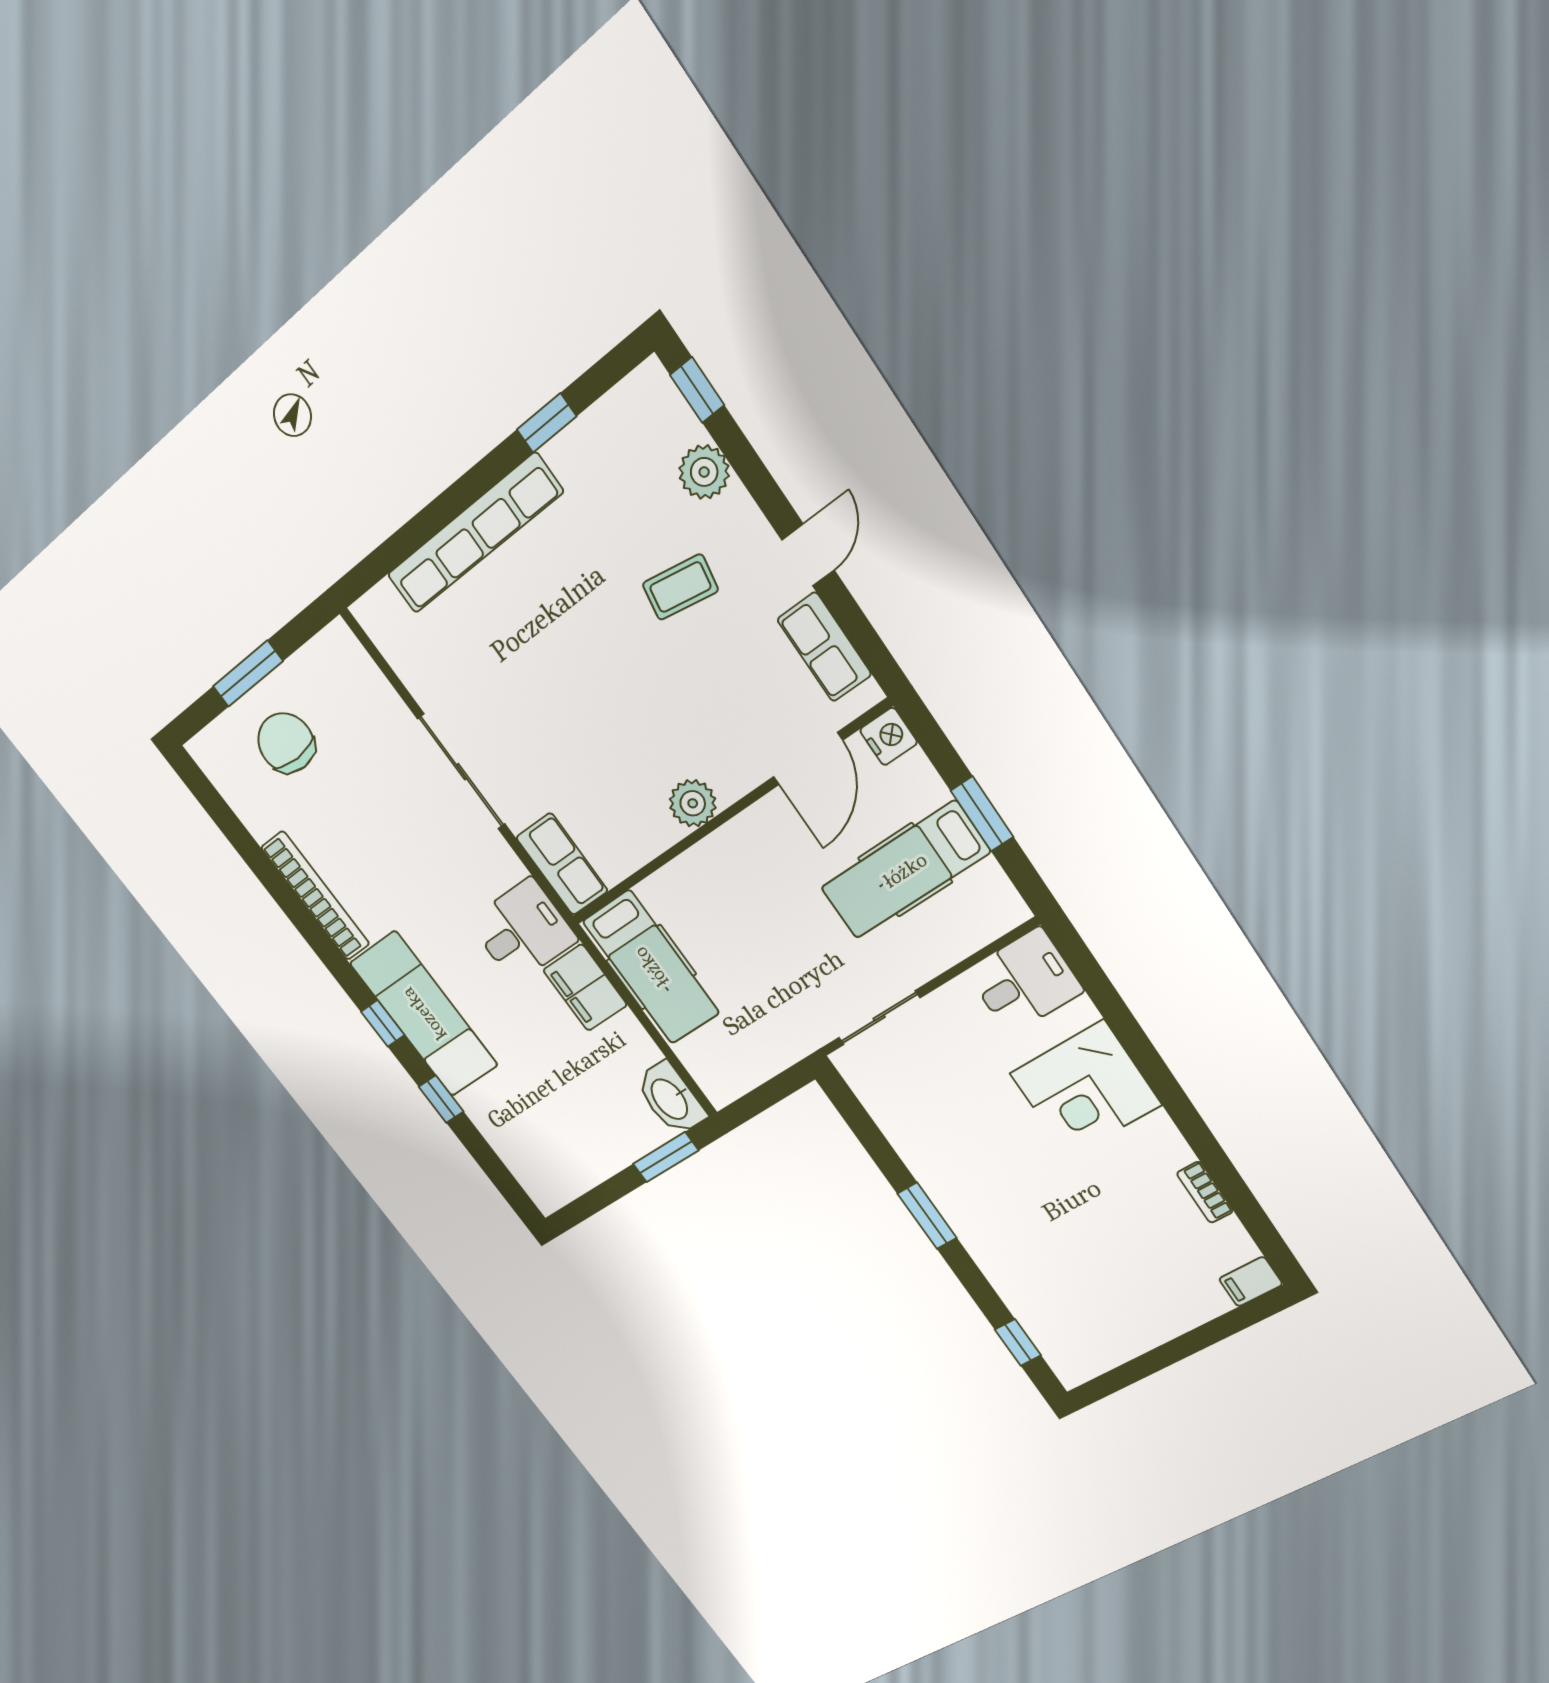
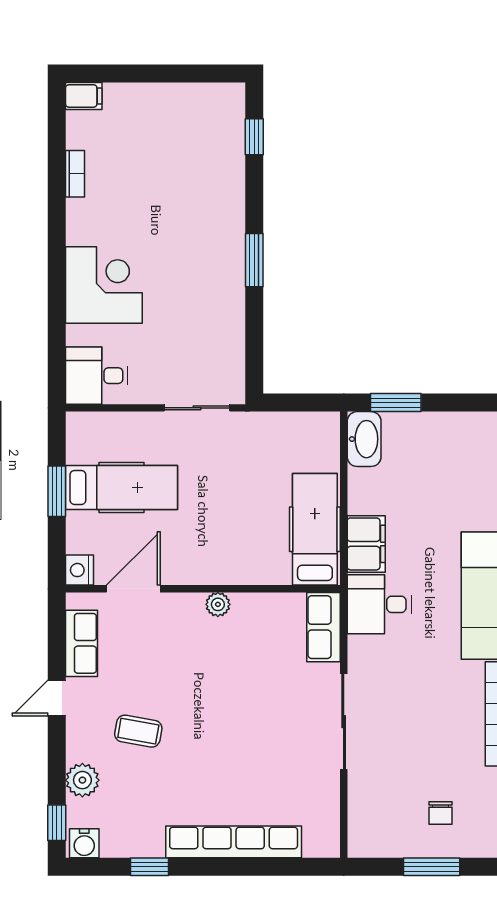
water cooler: (645, 390) -> (84, 843), added
chair: (286, 743) -> (440, 813), width x0.54, depth x0.54
plant: (693, 803) -> (218, 604), width x0.73, depth x0.73

